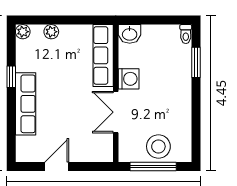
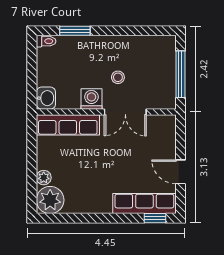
plant: (23, 32) -> (50, 200), width x1.87, depth x1.87
window: (11, 77) -> (155, 218), moved
row of seats: (26, 104) -> (144, 204), moved
stool: (158, 146) -> (118, 77), moved, width x0.53, depth x0.53

